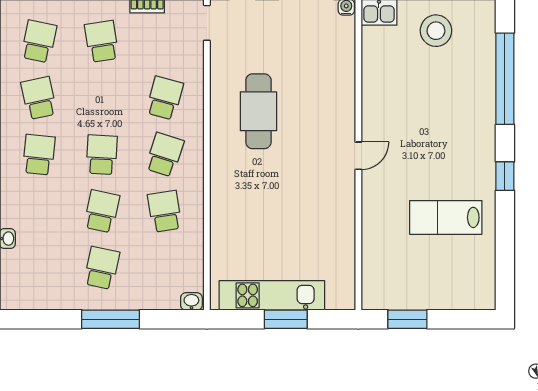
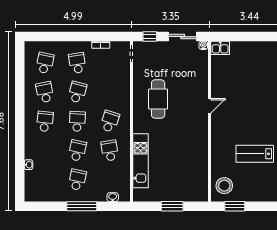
stool: (436, 31) -> (224, 186), moved
school desk: (165, 98) -> (77, 92), moved
door: (358, 156) -> (210, 106), moved
kitchen unit: (272, 295) -> (141, 161), moved, turned 90
washbasin: (191, 301) -> (113, 197), moved

